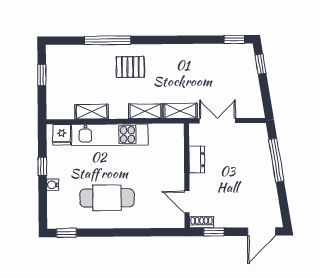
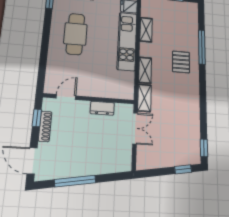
window: (276, 160) -> (75, 181), moved
shoe rack: (202, 222) -> (45, 126), moved, width x1.43

